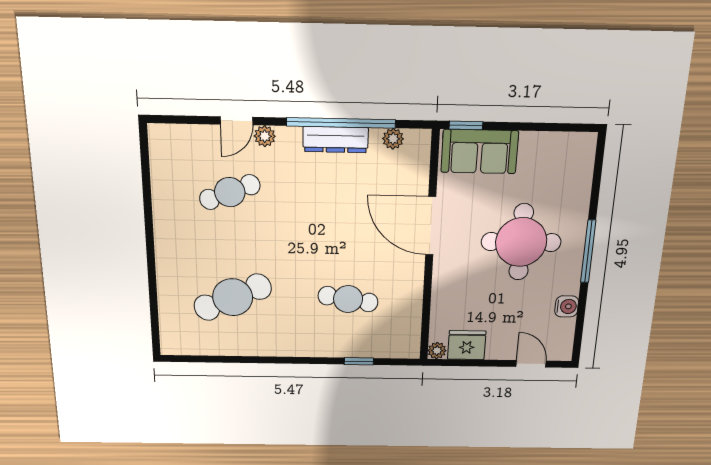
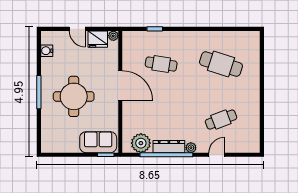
plant: (265, 136) -> (191, 148), moved
plant: (393, 139) -> (141, 143), width x1.88, depth x1.88
door: (431, 226) -> (120, 86), moved
cafe table: (233, 297) -> (221, 64), turned 42
water cooler: (567, 306) -> (47, 51), moved
door: (531, 364) -> (77, 29), moved

